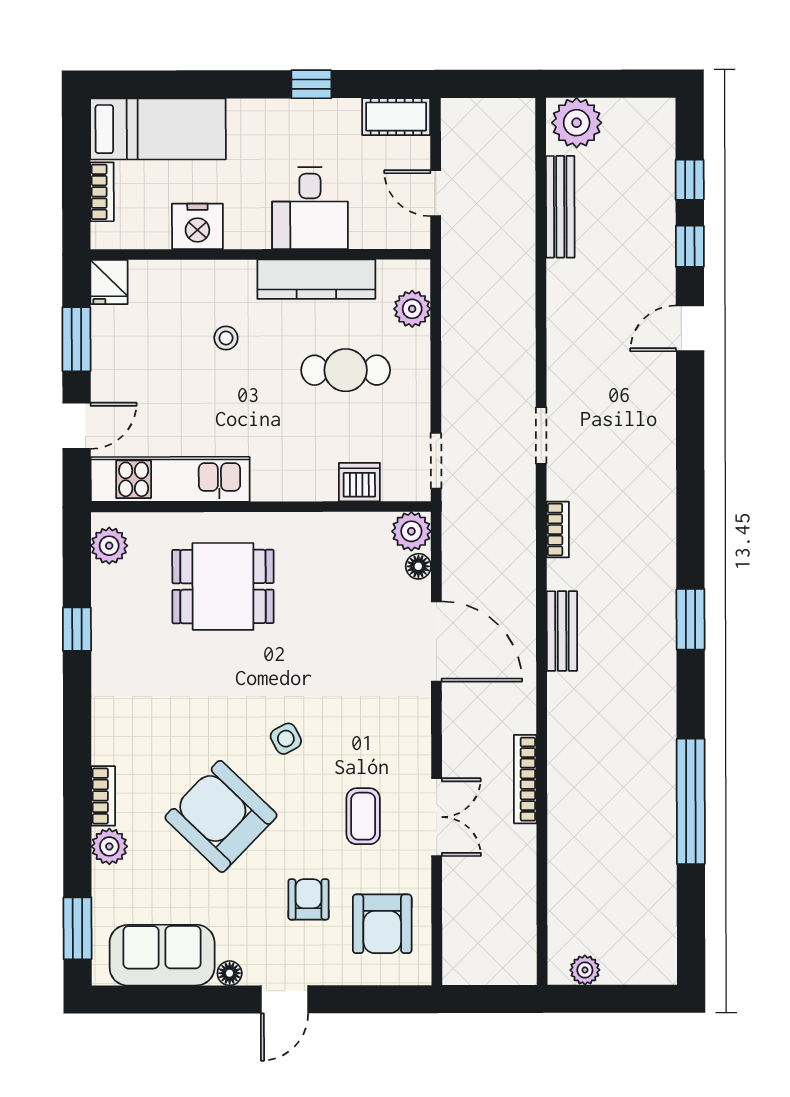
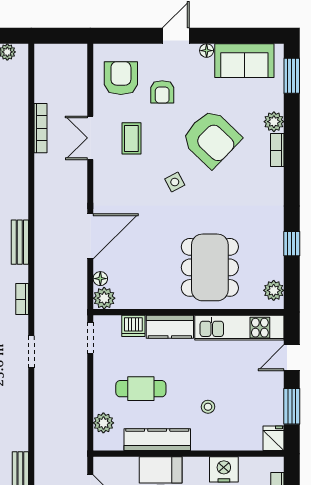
kitchen counter: (294, 481) -> (170, 327), added
dining table: (223, 586) -> (210, 267), width x1.38
door: (436, 642) -> (90, 236), swing flipped
bookcase: (525, 779) -> (41, 128), moved

